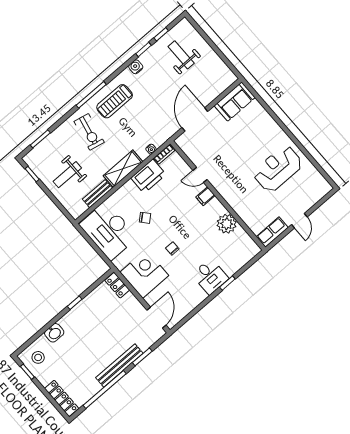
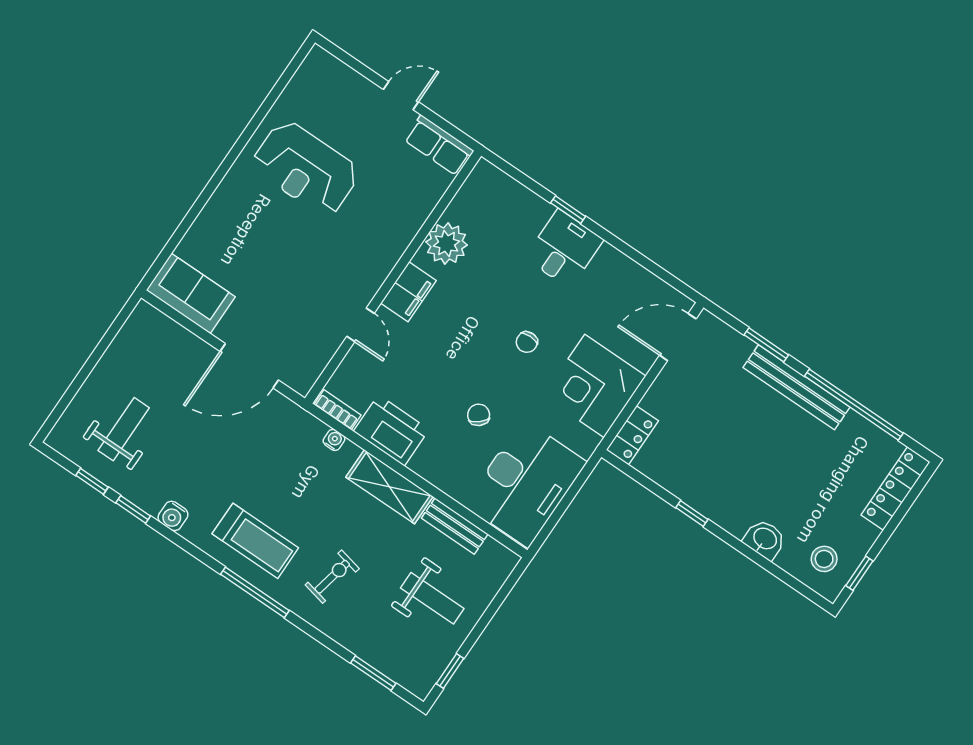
weight bench: (181, 55) -> (124, 429), turned 180
exercise bike: (89, 132) -> (332, 577), width x0.73, depth x0.72
filing cabinet: (205, 196) -> (408, 292), width x2.00

